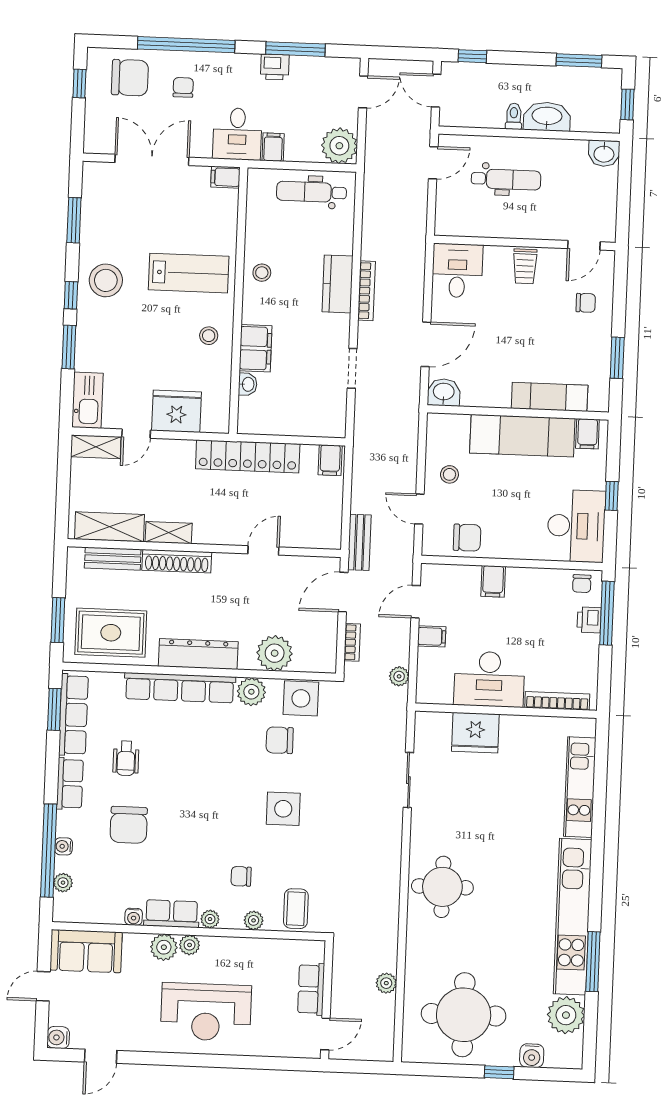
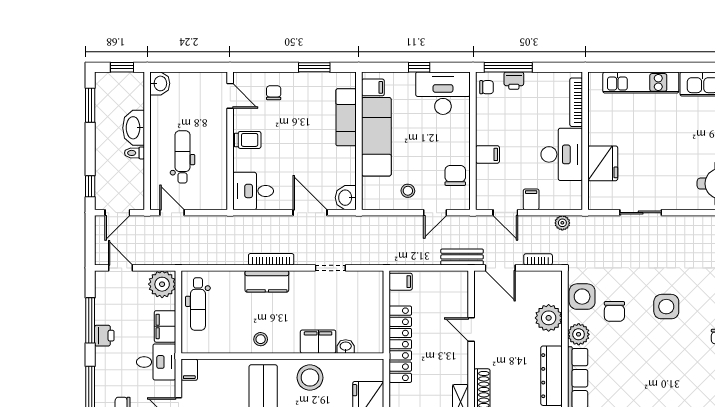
filing cabinet: (273, 147) -> (165, 326), width x2.00
stool: (209, 336) -> (310, 378), width x1.89, depth x1.89

